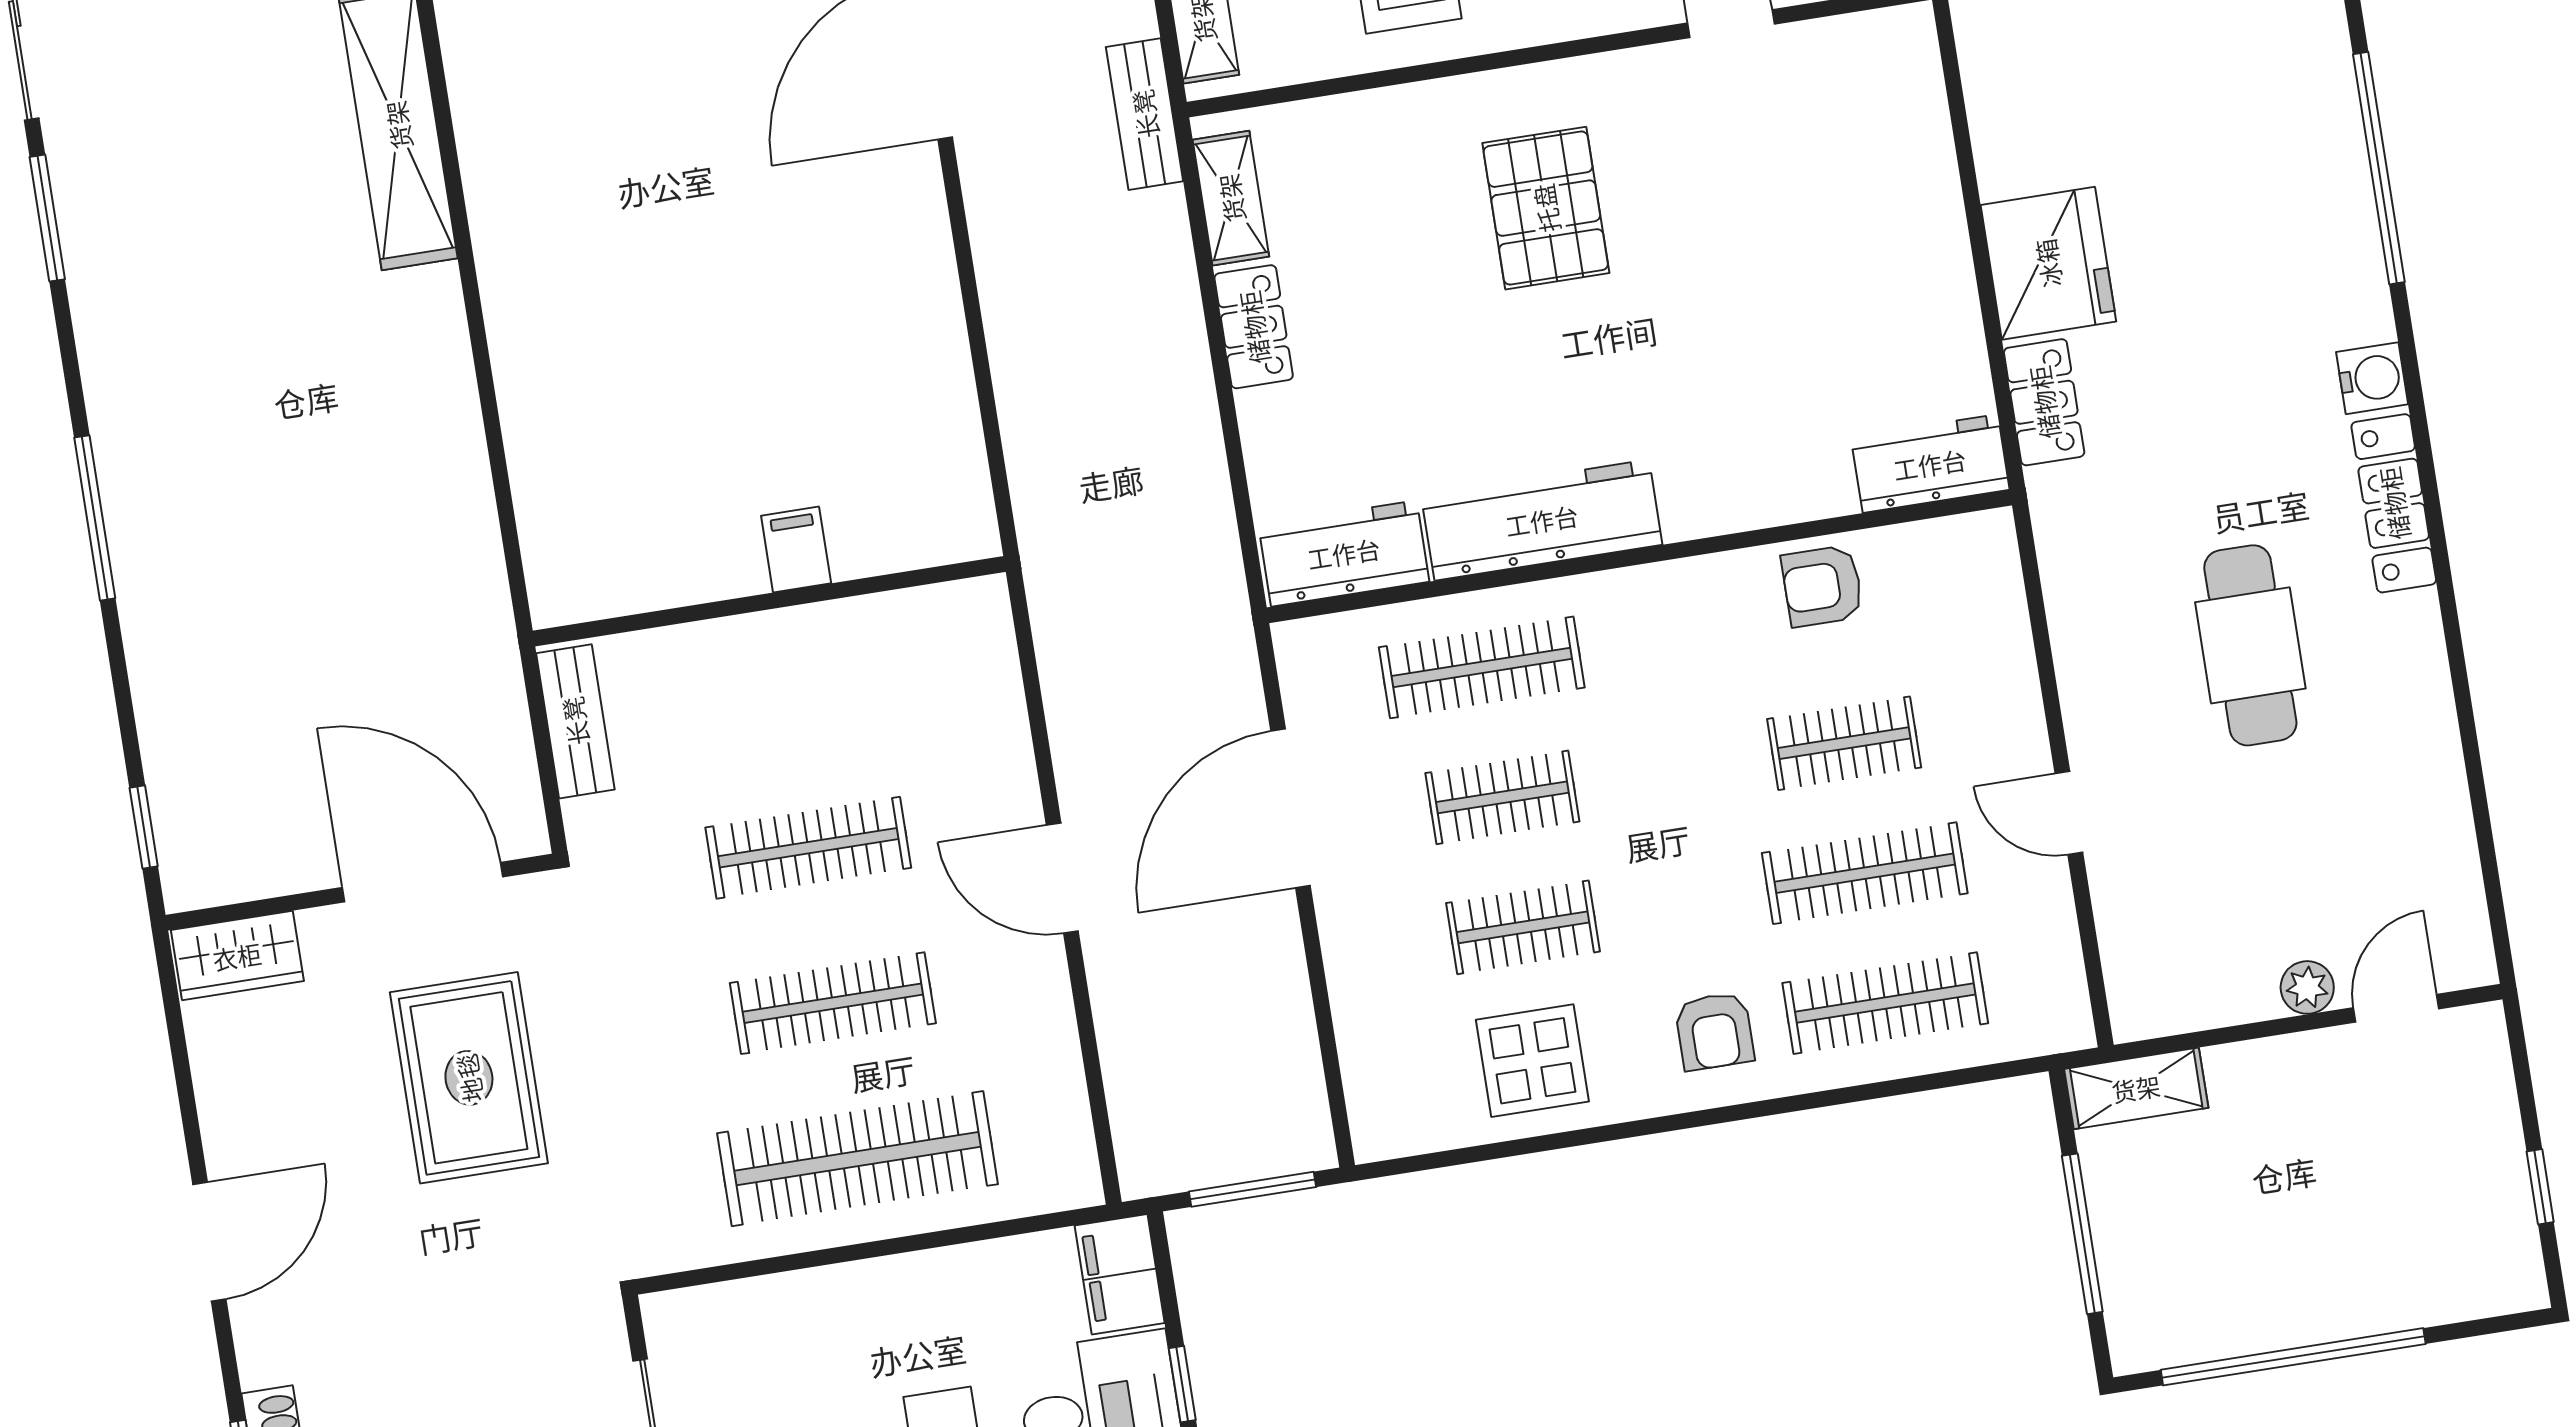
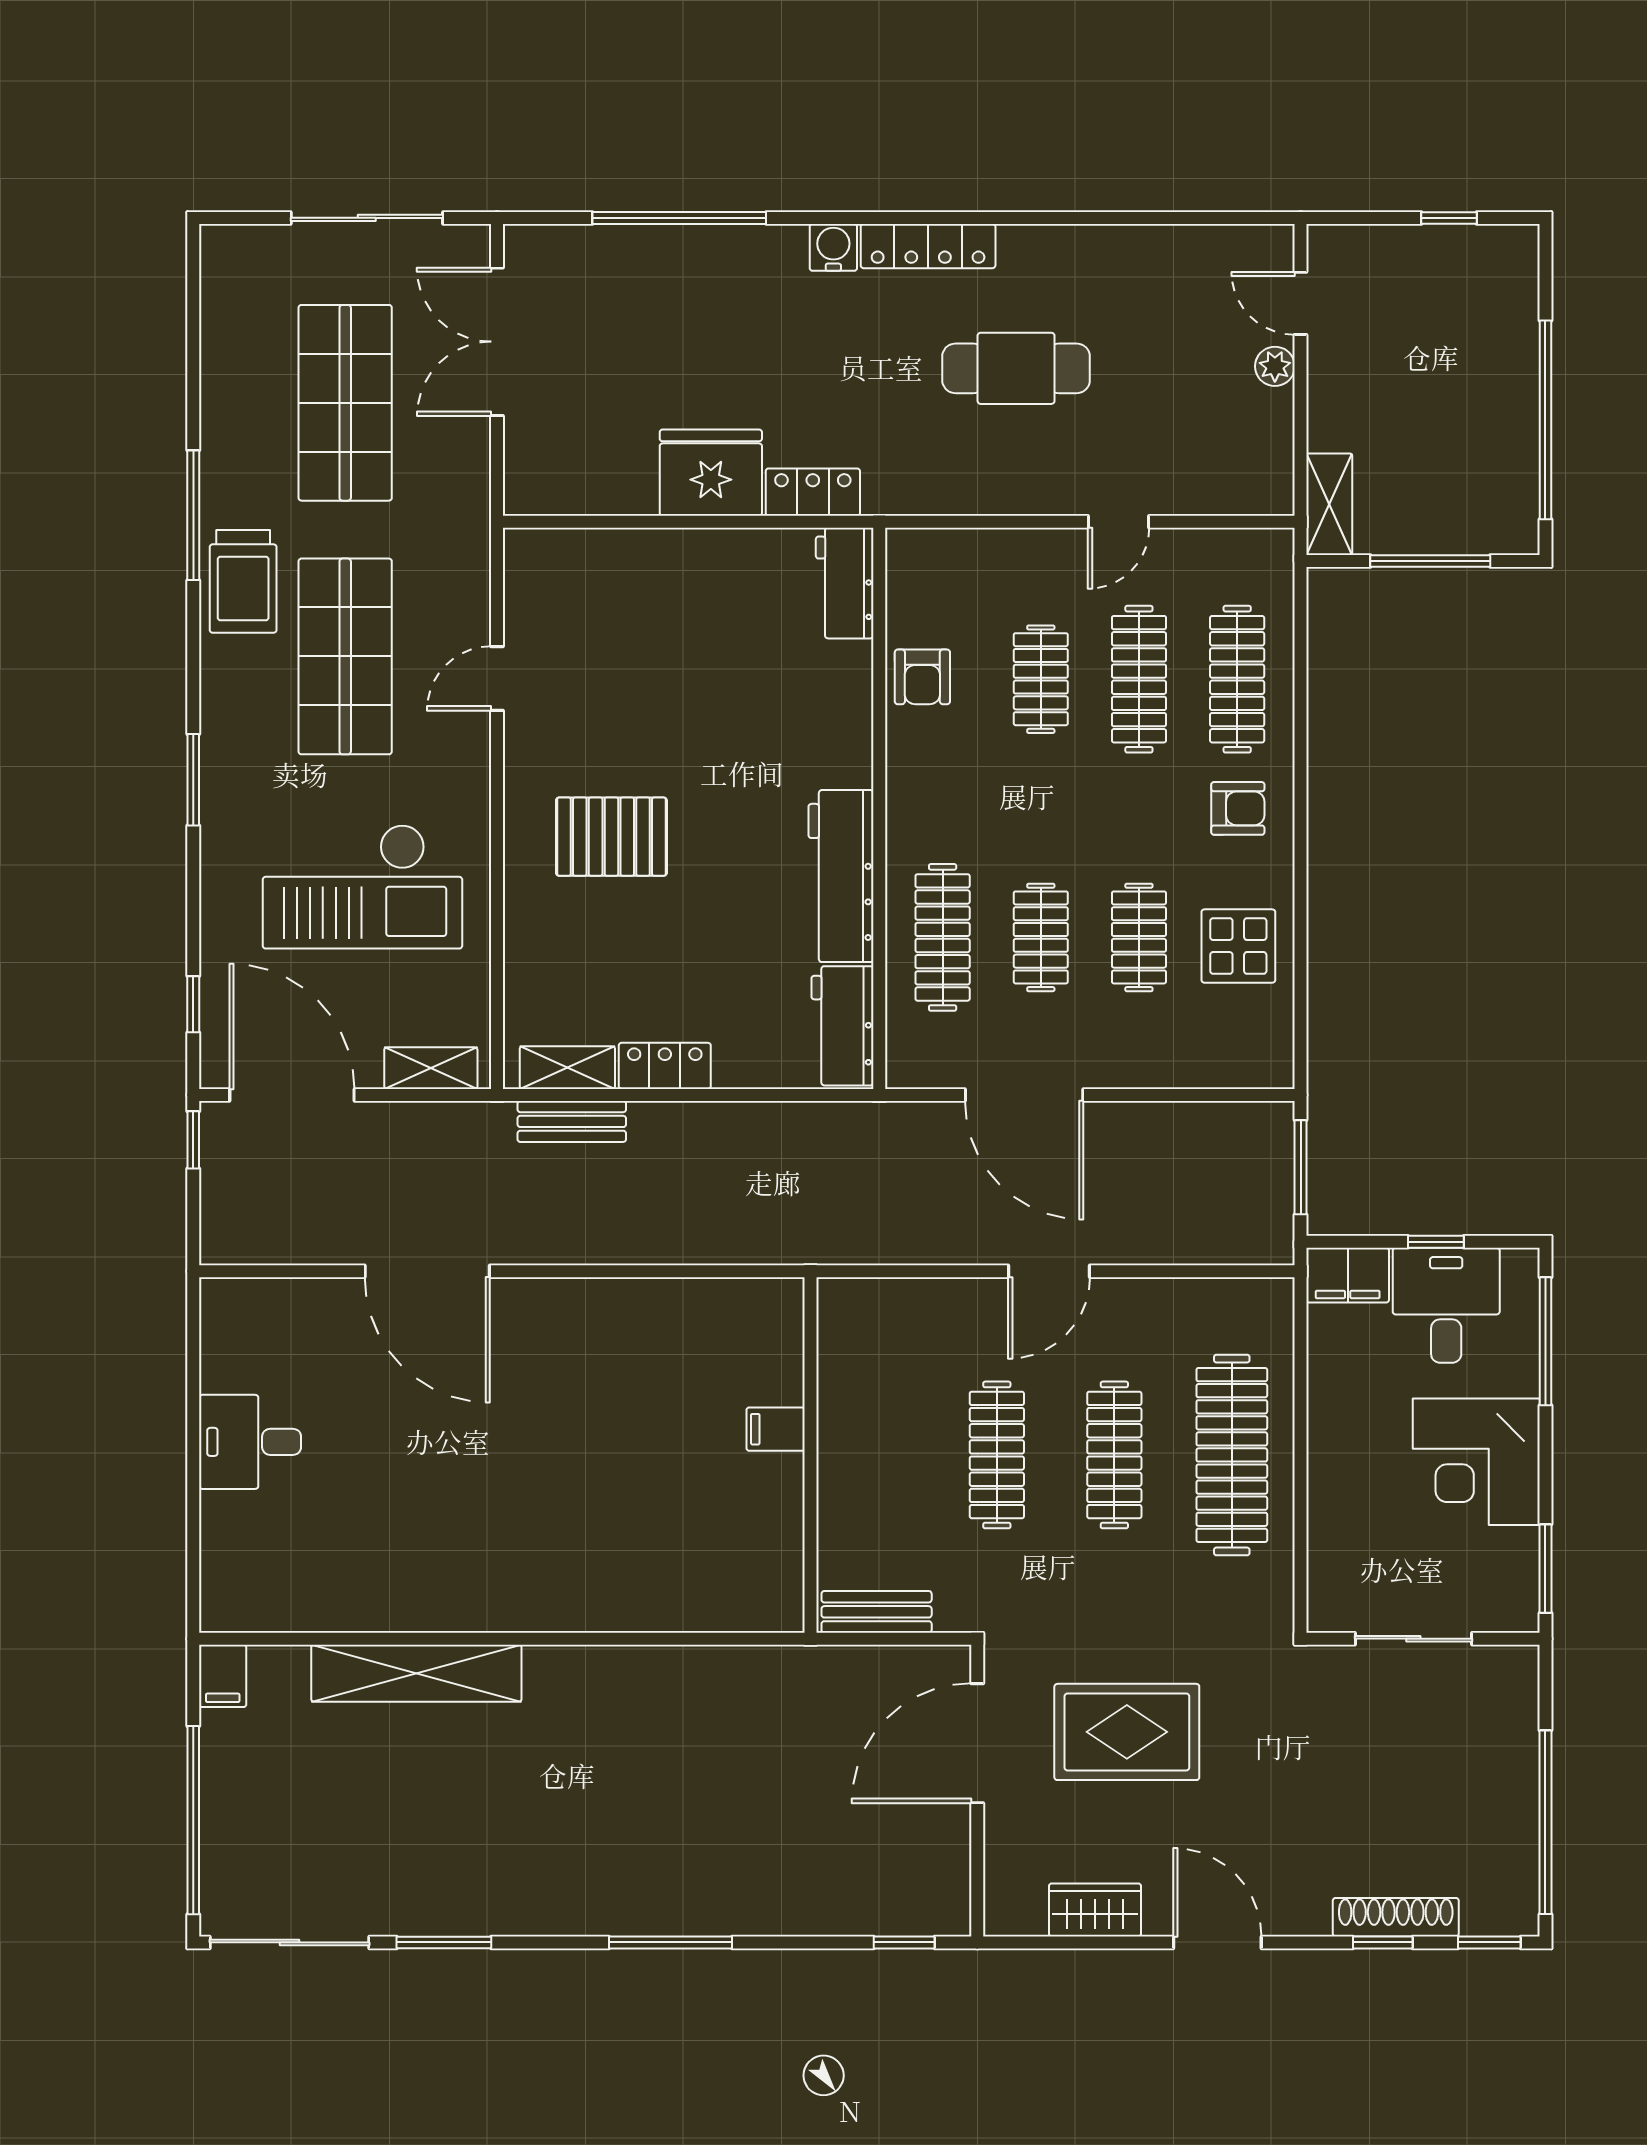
bench: (1145, 114) -> (572, 1121), moved
wardrobe: (237, 956) -> (1095, 1910), moved, turned -90

